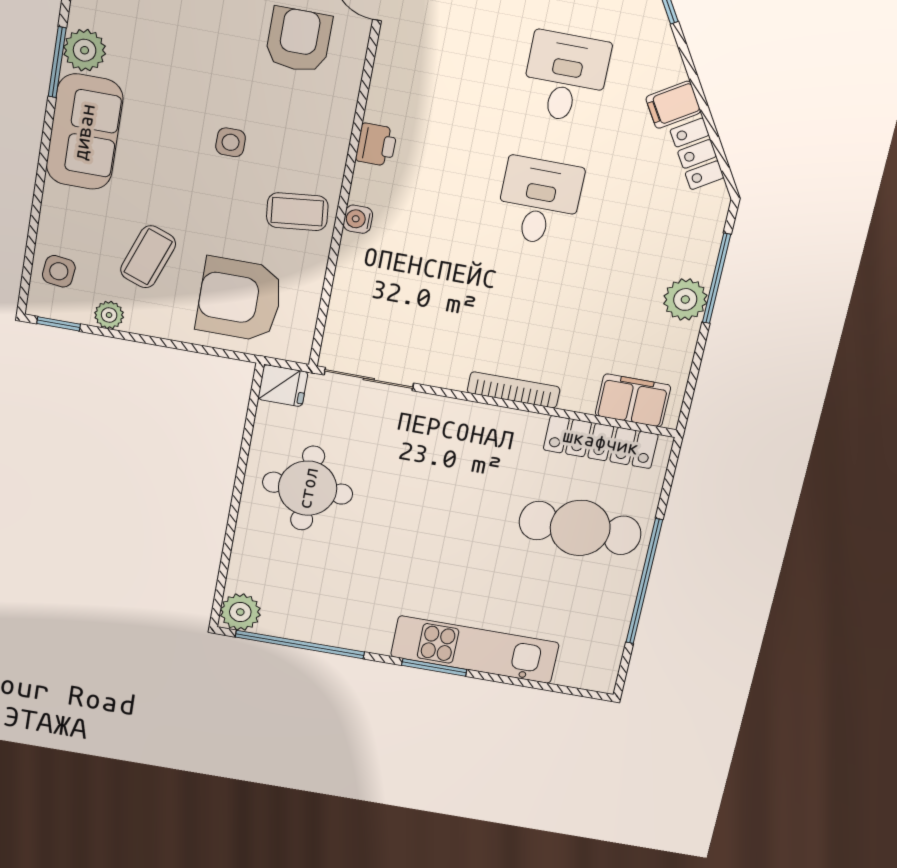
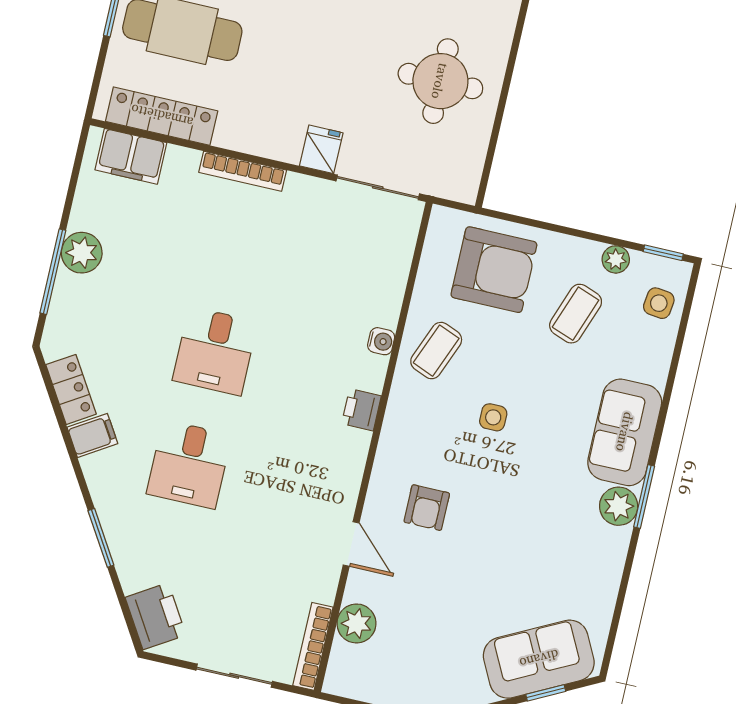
armchair: (299, 40) -> (427, 508), width x0.72, depth x0.72
coffee table: (297, 212) -> (436, 351), turned -62
fridge: (283, 386) -> (321, 149), moved, turned 90

